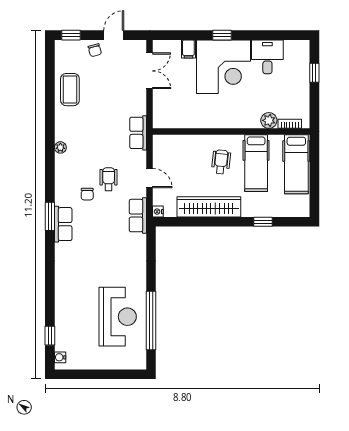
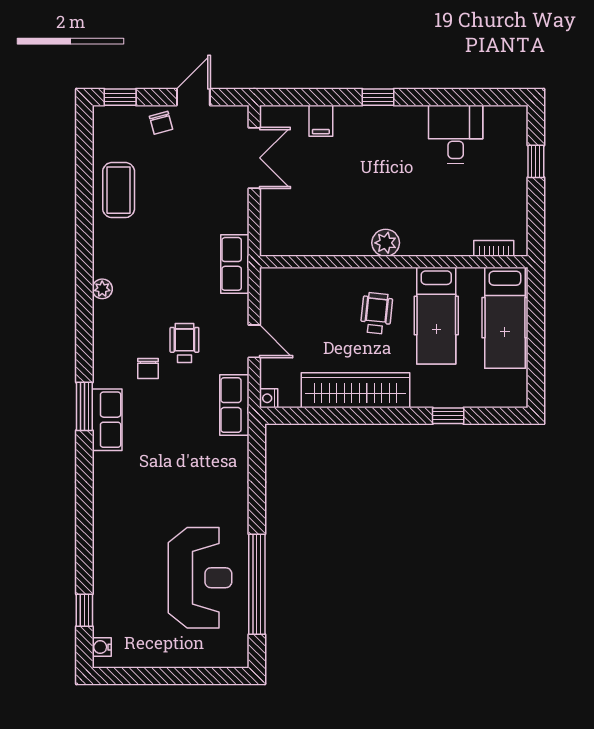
corner desk: (223, 67) -> (381, 151), removed
plant: (269, 120) -> (386, 243), moved

